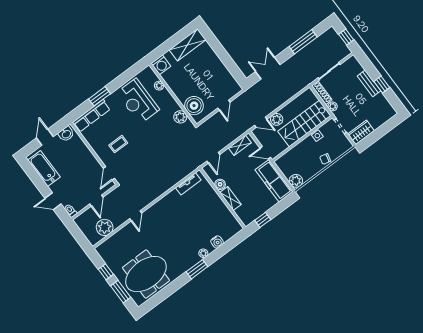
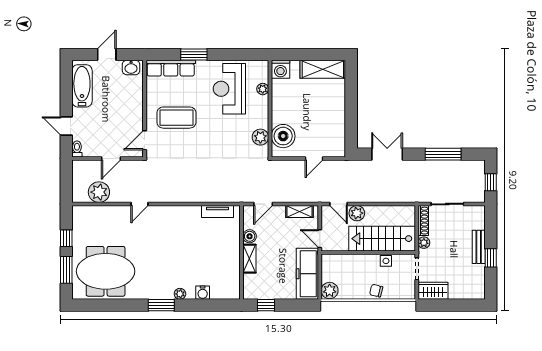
coffee table: (118, 144) -> (176, 118), width x1.86, depth x1.72

